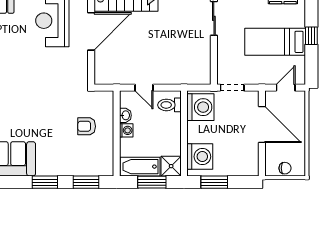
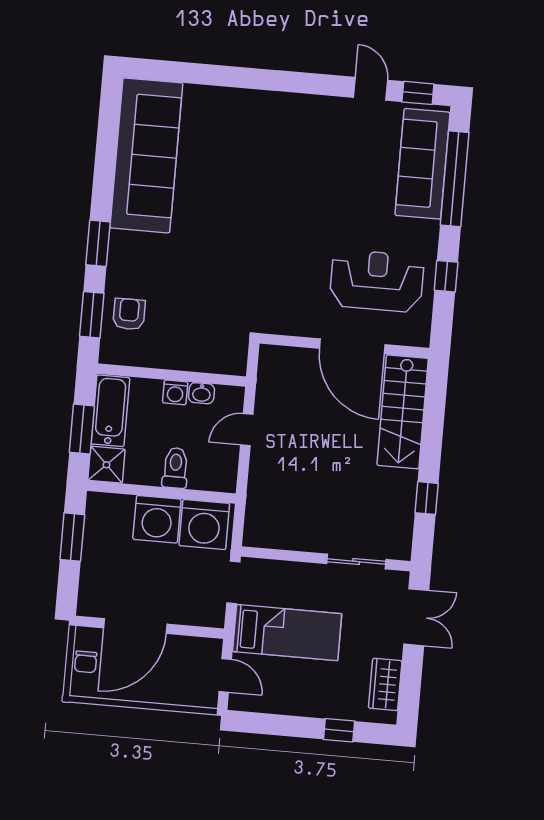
window: (311, 36) -> (339, 730), moved
bed: (275, 42) -> (287, 633), moved, turned 90
toilet: (169, 105) -> (175, 468), moved
door: (262, 125) -> (135, 626), moved
armchair: (87, 126) -> (129, 314), moved
washing machine: (200, 157) -> (157, 519), moved

